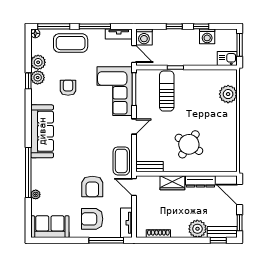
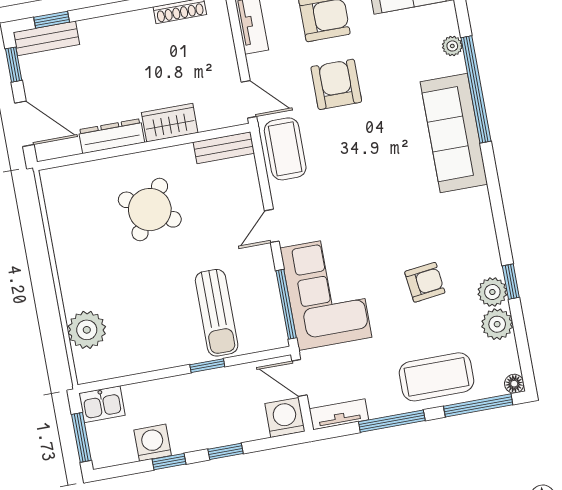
armchair: (68, 88) -> (425, 282), turned -97
sofa: (42, 131) -> (454, 133), moved
plant: (197, 229) -> (100, 36), removed

